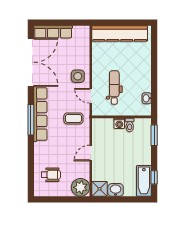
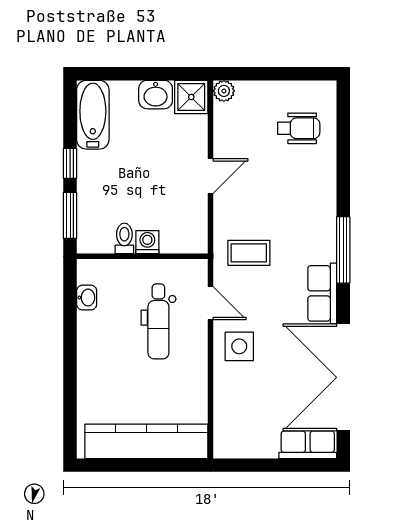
row of seats: (53, 32) -> (308, 445), width x0.68
row of seats: (40, 114) -> (322, 293), width x0.50
wheelchair: (51, 175) -> (299, 128), turned 180
window: (154, 177) -> (70, 163), moved
plant: (81, 187) -> (224, 91), width x0.53, depth x0.53

